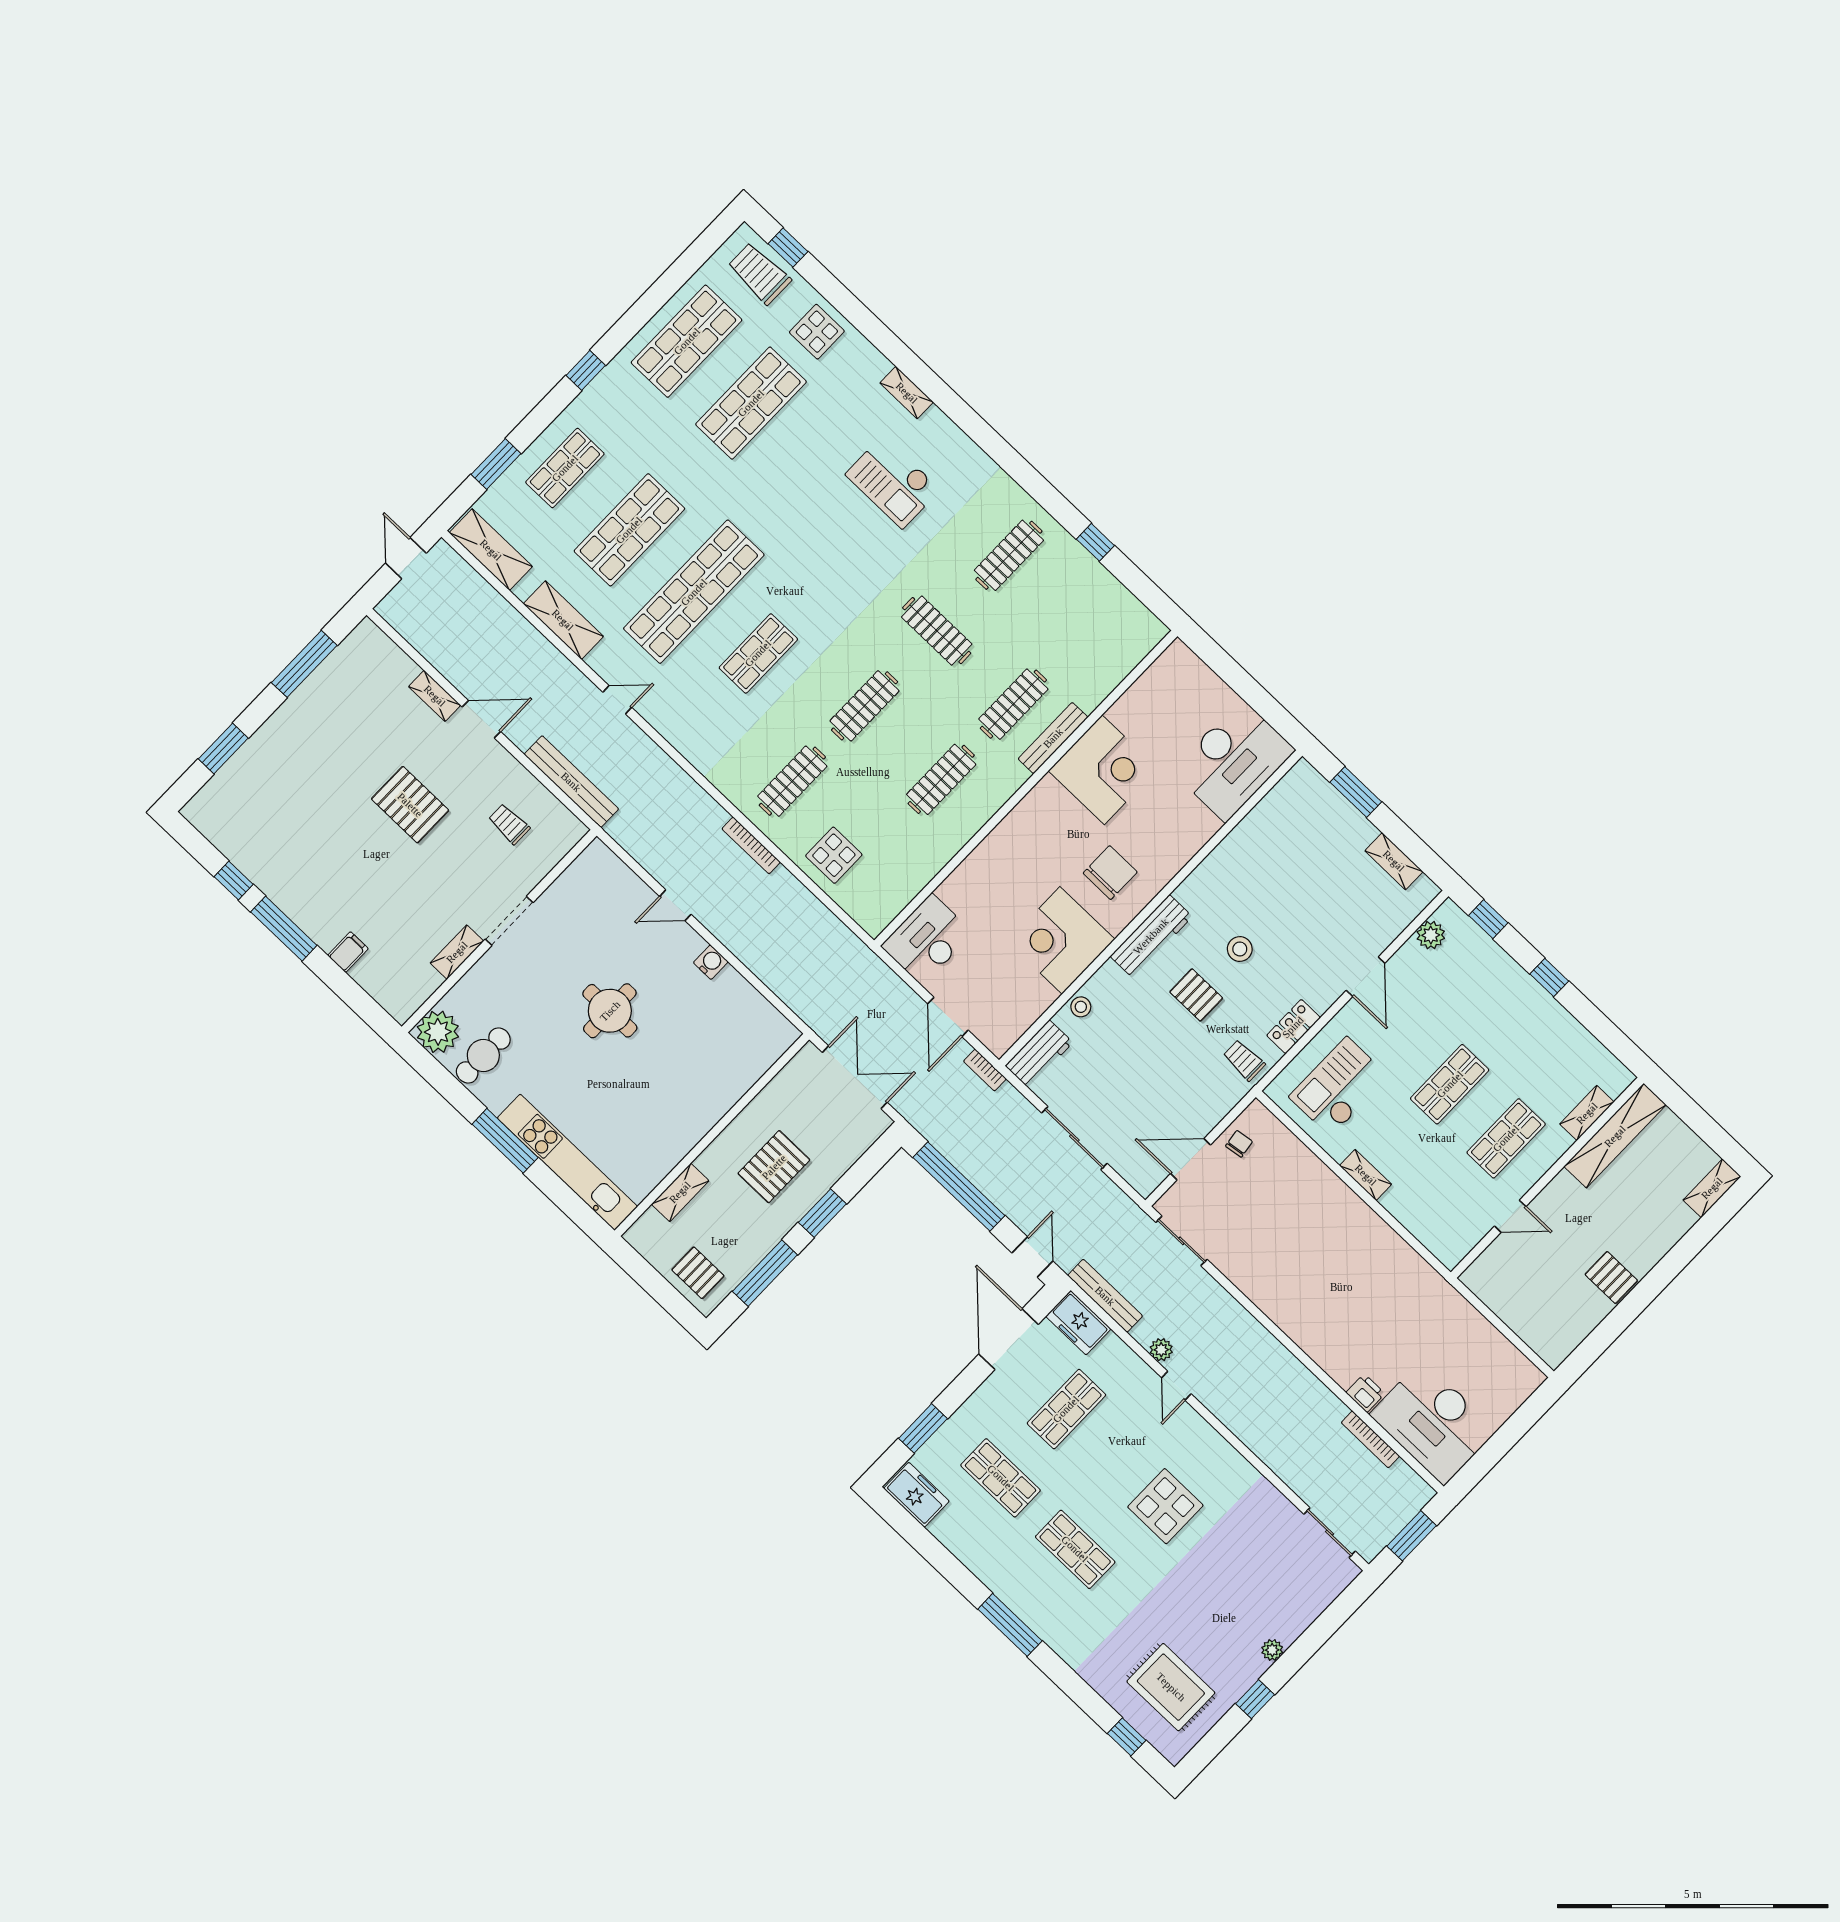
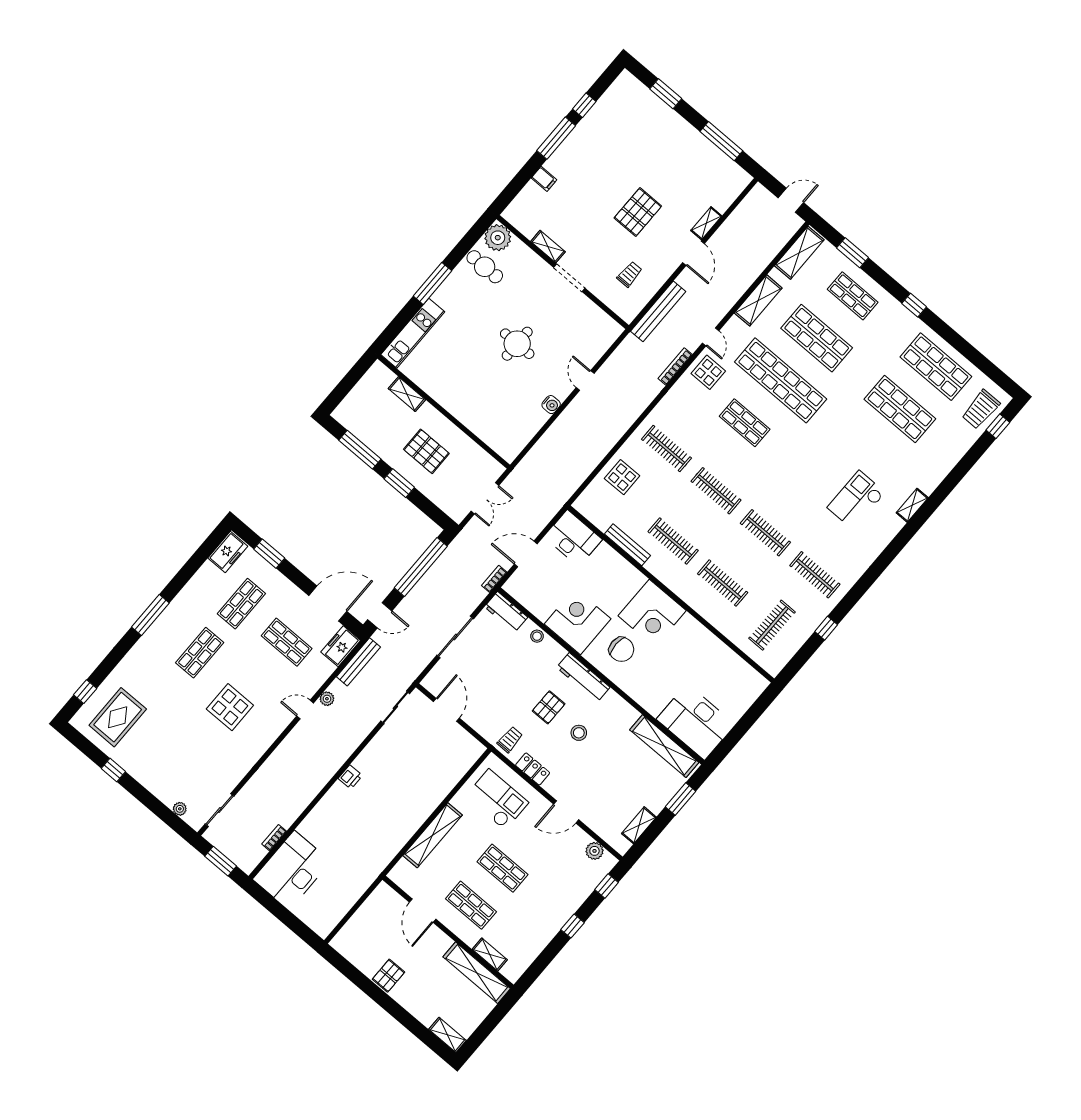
trolley: (759, 273) -> (981, 409), turned 180
display table: (817, 332) -> (708, 372), moved
clothes rail: (1086, 629) -> (772, 625), added
clothes rail: (937, 631) -> (765, 533), turned 90
bench: (1053, 738) -> (627, 545), moved
corner desk: (1103, 770) -> (652, 613), moved
shelving: (1269, 813) -> (664, 746), added
bookcase: (751, 845) -> (675, 366), moved
double door: (855, 1077) -> (485, 498), width x0.73
chair: (1239, 1144) -> (458, 739), removed
kitchen unit: (567, 1162) -> (413, 333), width x0.73
shelving: (1366, 1175) -> (433, 835), width x2.20, depth x1.33
door: (1510, 1216) -> (423, 911), width x1.37
pallet: (698, 1273) -> (358, 408), removed
printer: (1365, 1393) -> (350, 777), moved
bookcase: (1370, 1439) -> (274, 838), width x0.64
plant: (1272, 1650) -> (180, 809), moved

